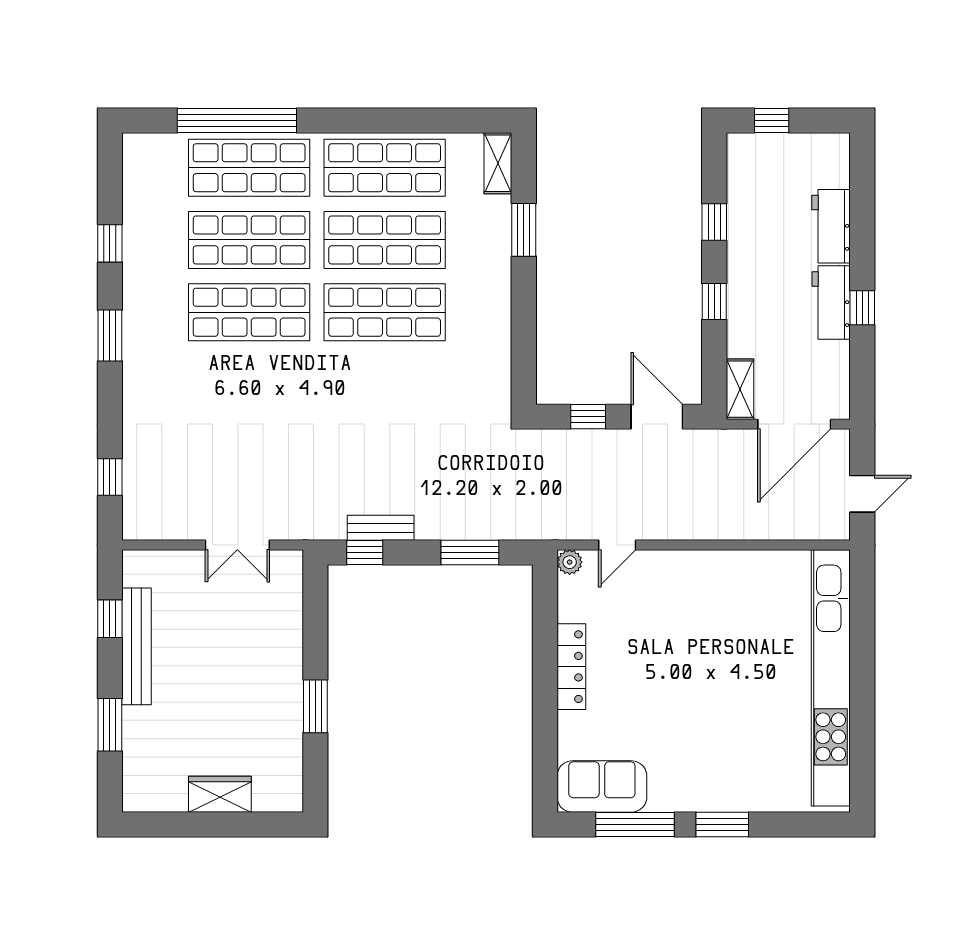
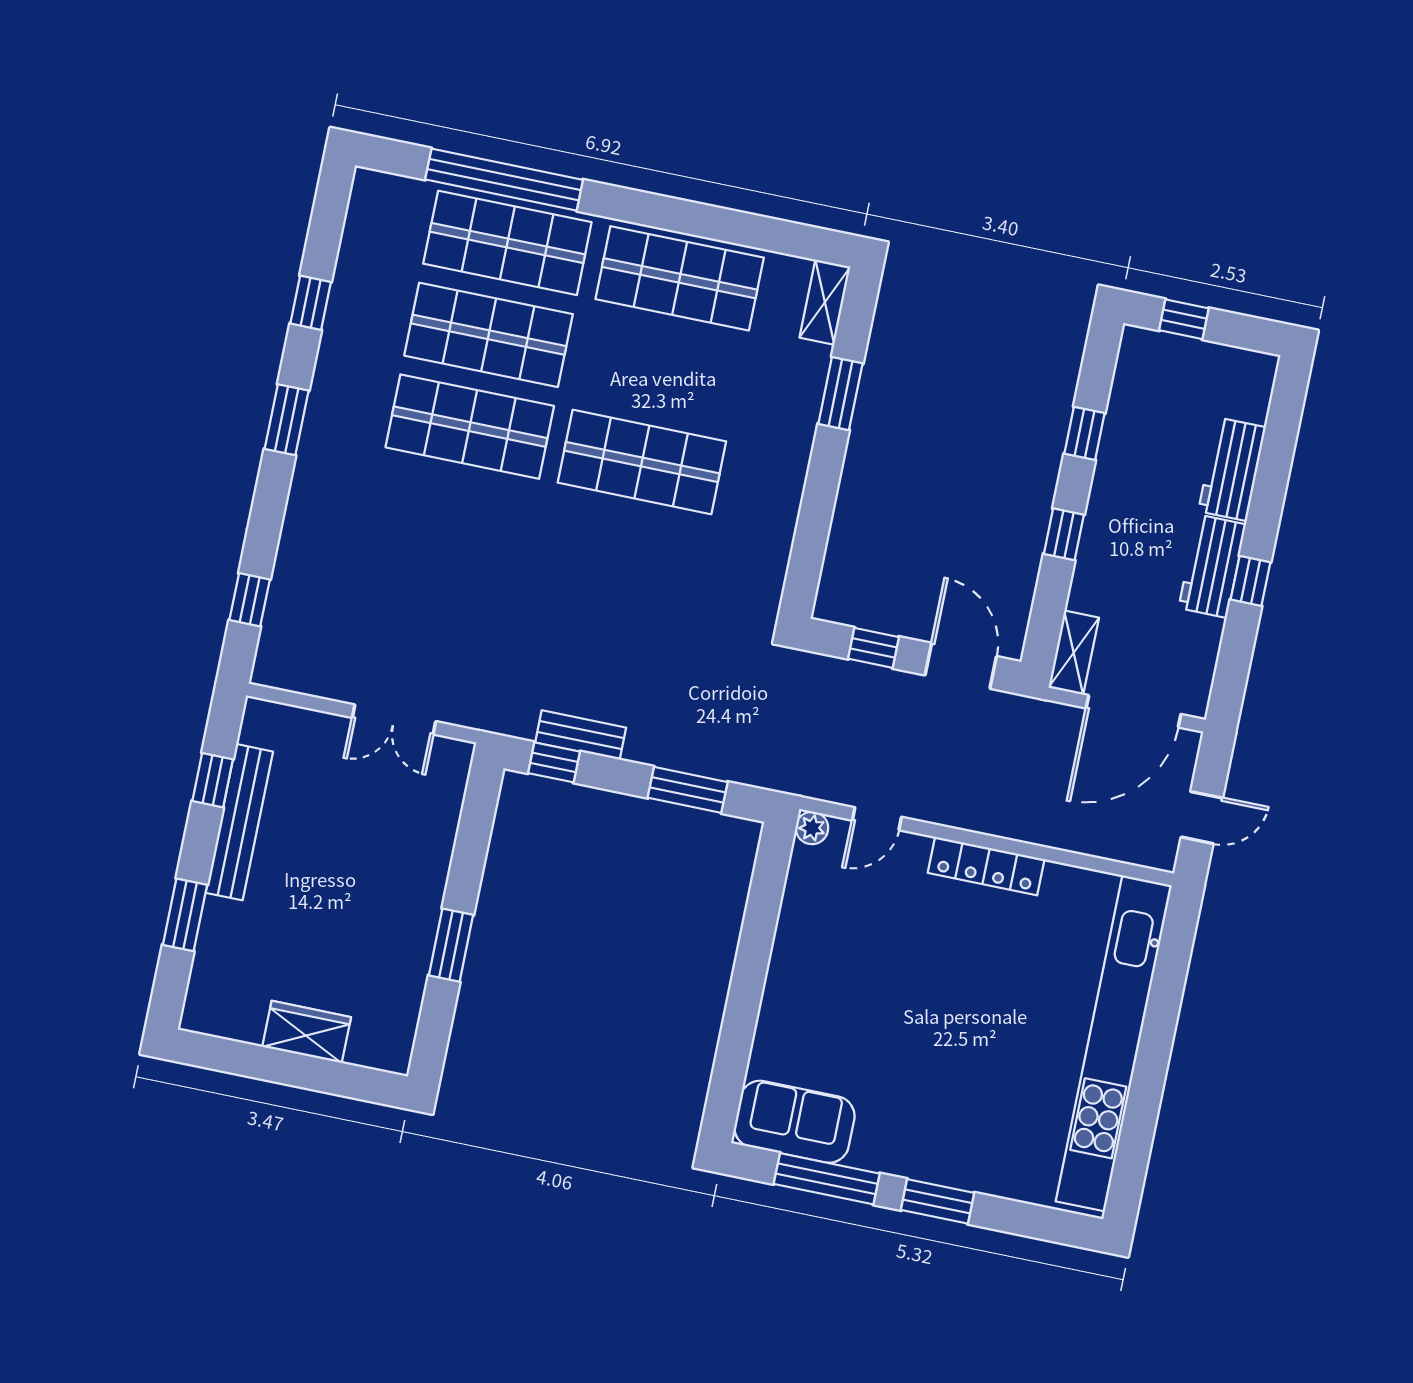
shop shelf: (385, 240) -> (661, 370), removed
locker: (571, 667) -> (986, 866), moved, turned 90

